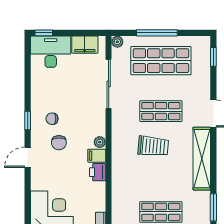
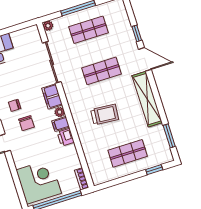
filing cabinet: (85, 45) -> (52, 97), moved, turned 90
window: (213, 57) -> (137, 33), moved
shop shelf: (161, 61) -> (88, 30), width x0.70, depth x0.74
trolley: (153, 146) -> (105, 115), moved

